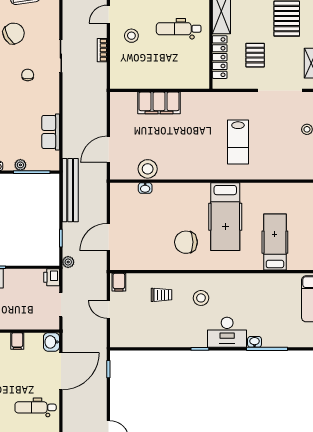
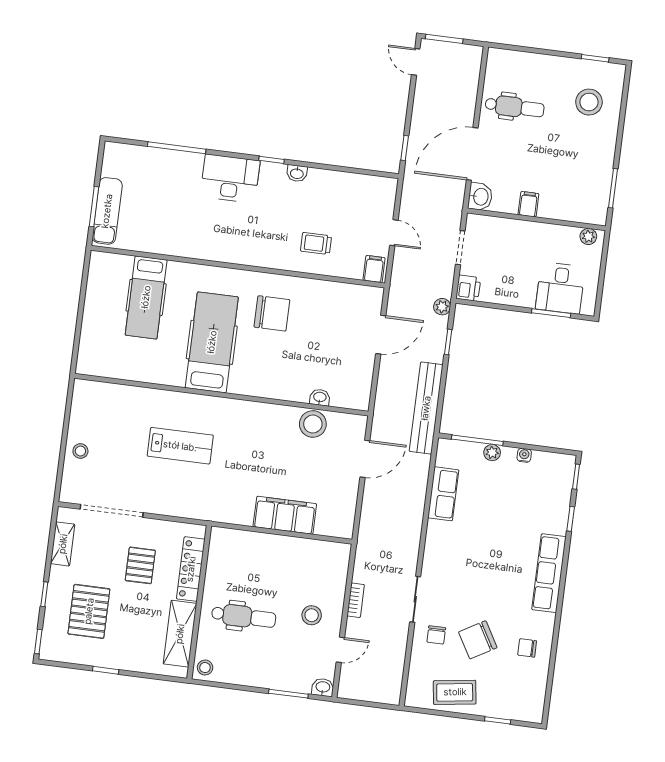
chair: (28, 75) -> (436, 635), moved
lab bench: (238, 142) -> (180, 446), turned 90
stool: (201, 298) -> (261, 232), removed
washbasin: (255, 342) -> (297, 173), moved

